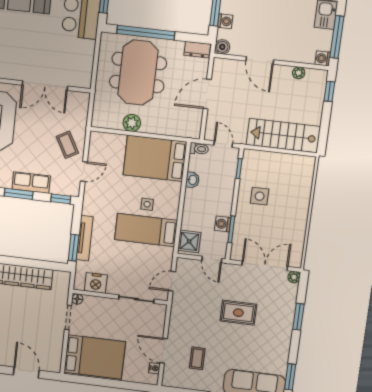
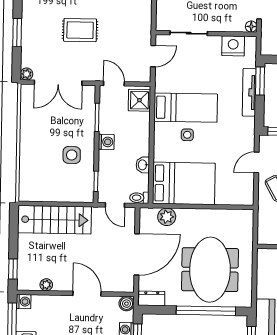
door: (207, 94) -> (137, 254), width x1.36
plant: (132, 123) -> (167, 217), moved
washing machine: (223, 224) -> (106, 142), moved

